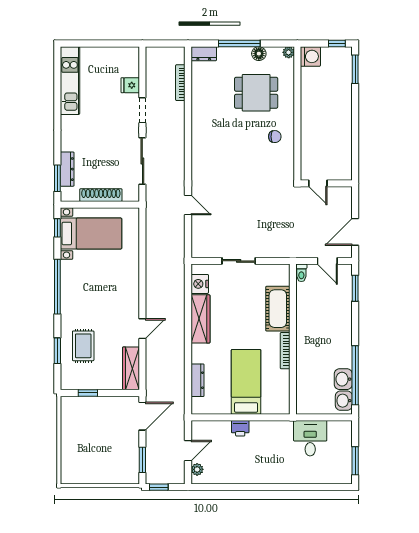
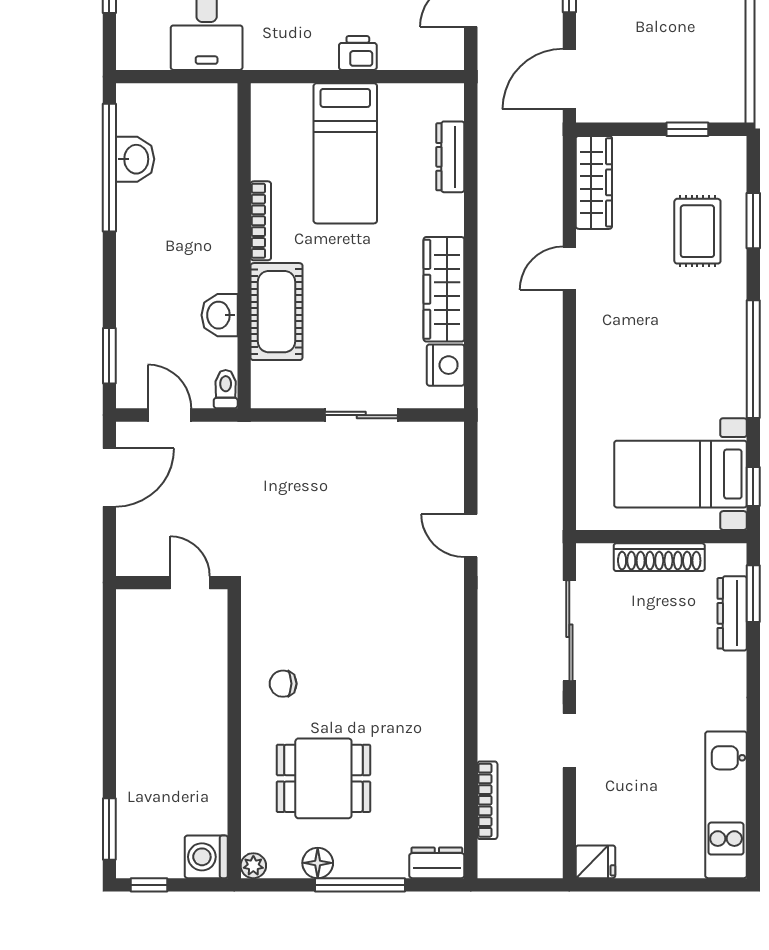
fridge: (130, 85) -> (596, 862), moved
washbasin: (344, 401) -> (220, 315), moved, turned 180

